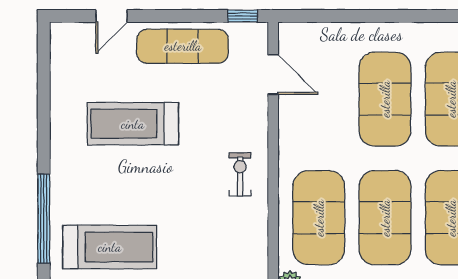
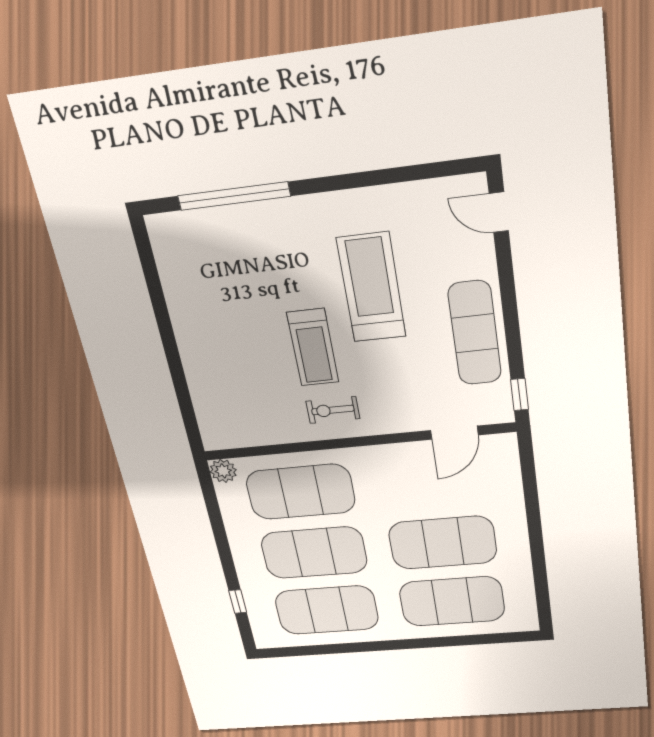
door: (112, 16) -> (499, 212), moved
exercise bike: (240, 174) -> (333, 410), turned 180
treadmill: (110, 247) -> (313, 348), moved, width x0.73, depth x0.73

